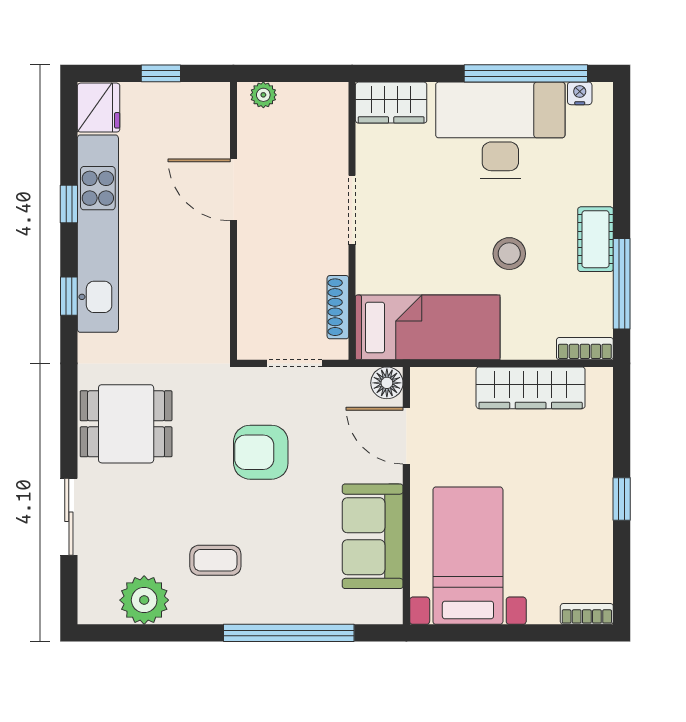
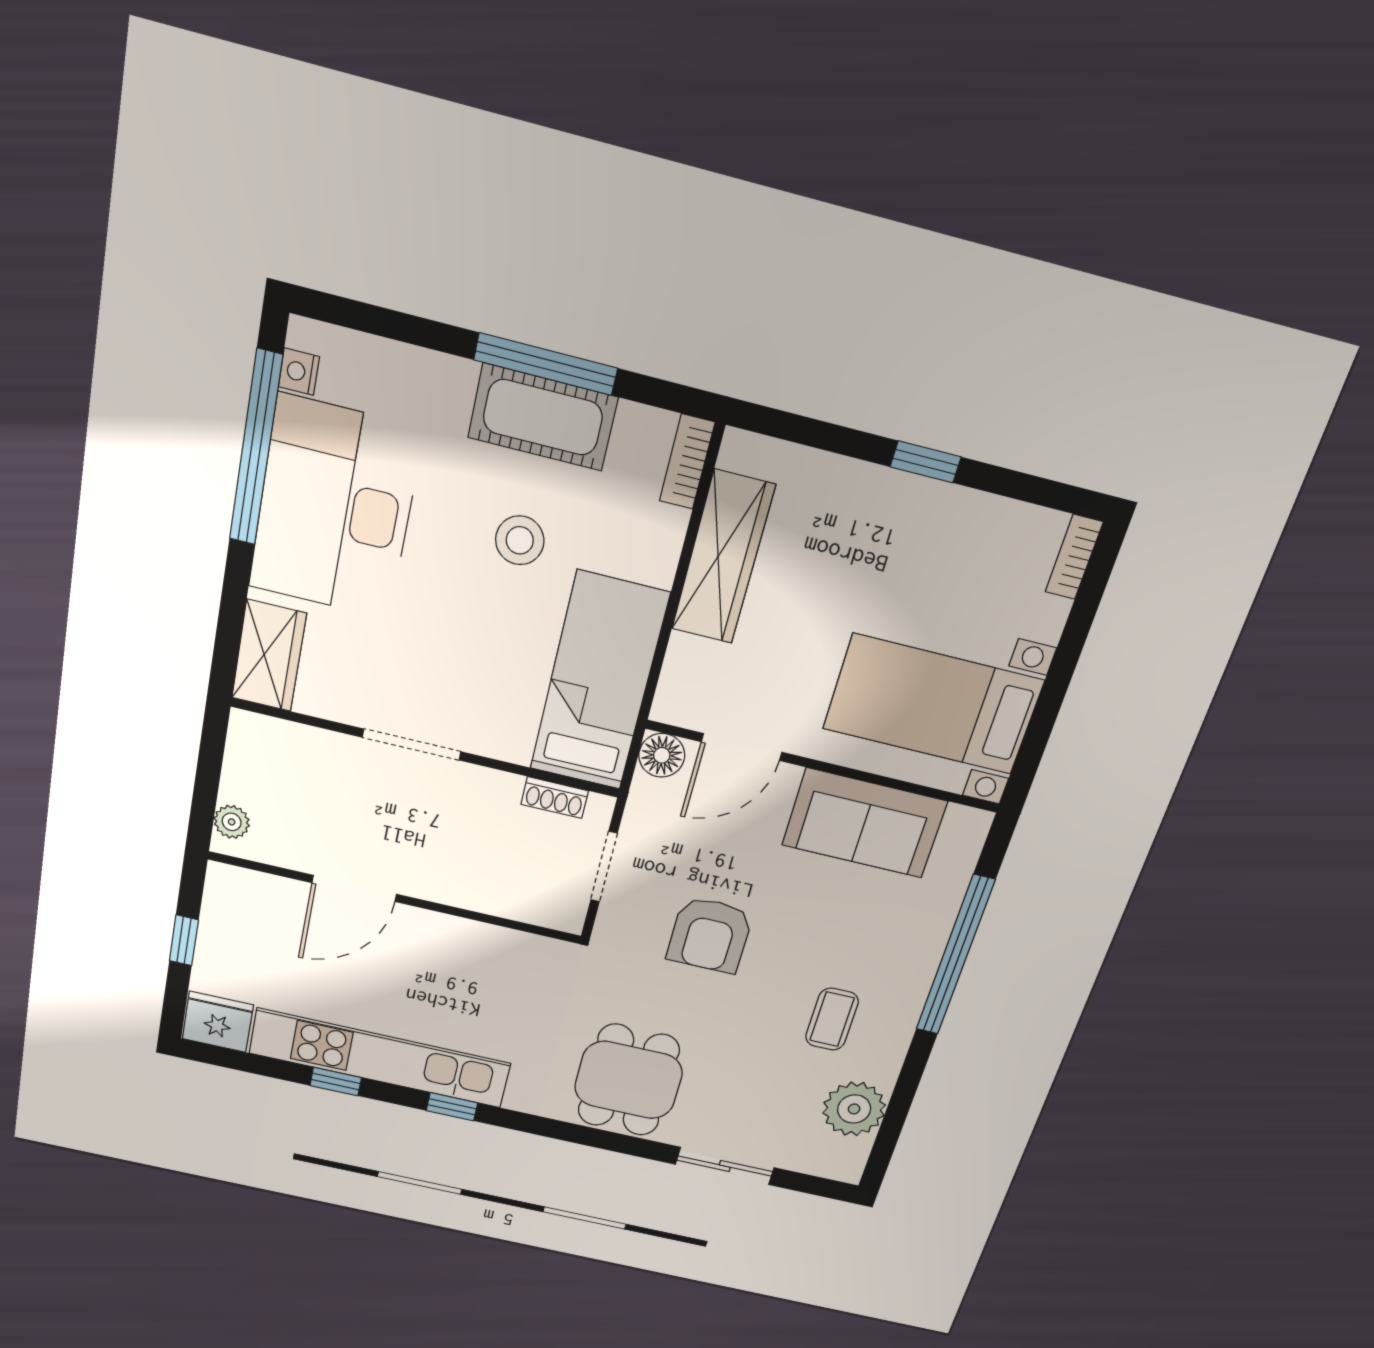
cot: (596, 239) -> (543, 417), width x1.37, depth x1.34
window: (622, 284) -> (546, 364), moved
shoe rack: (338, 307) -> (555, 798), width x0.70

